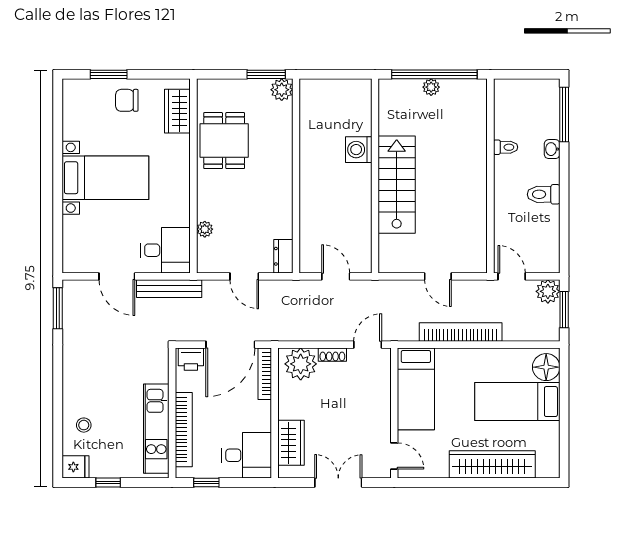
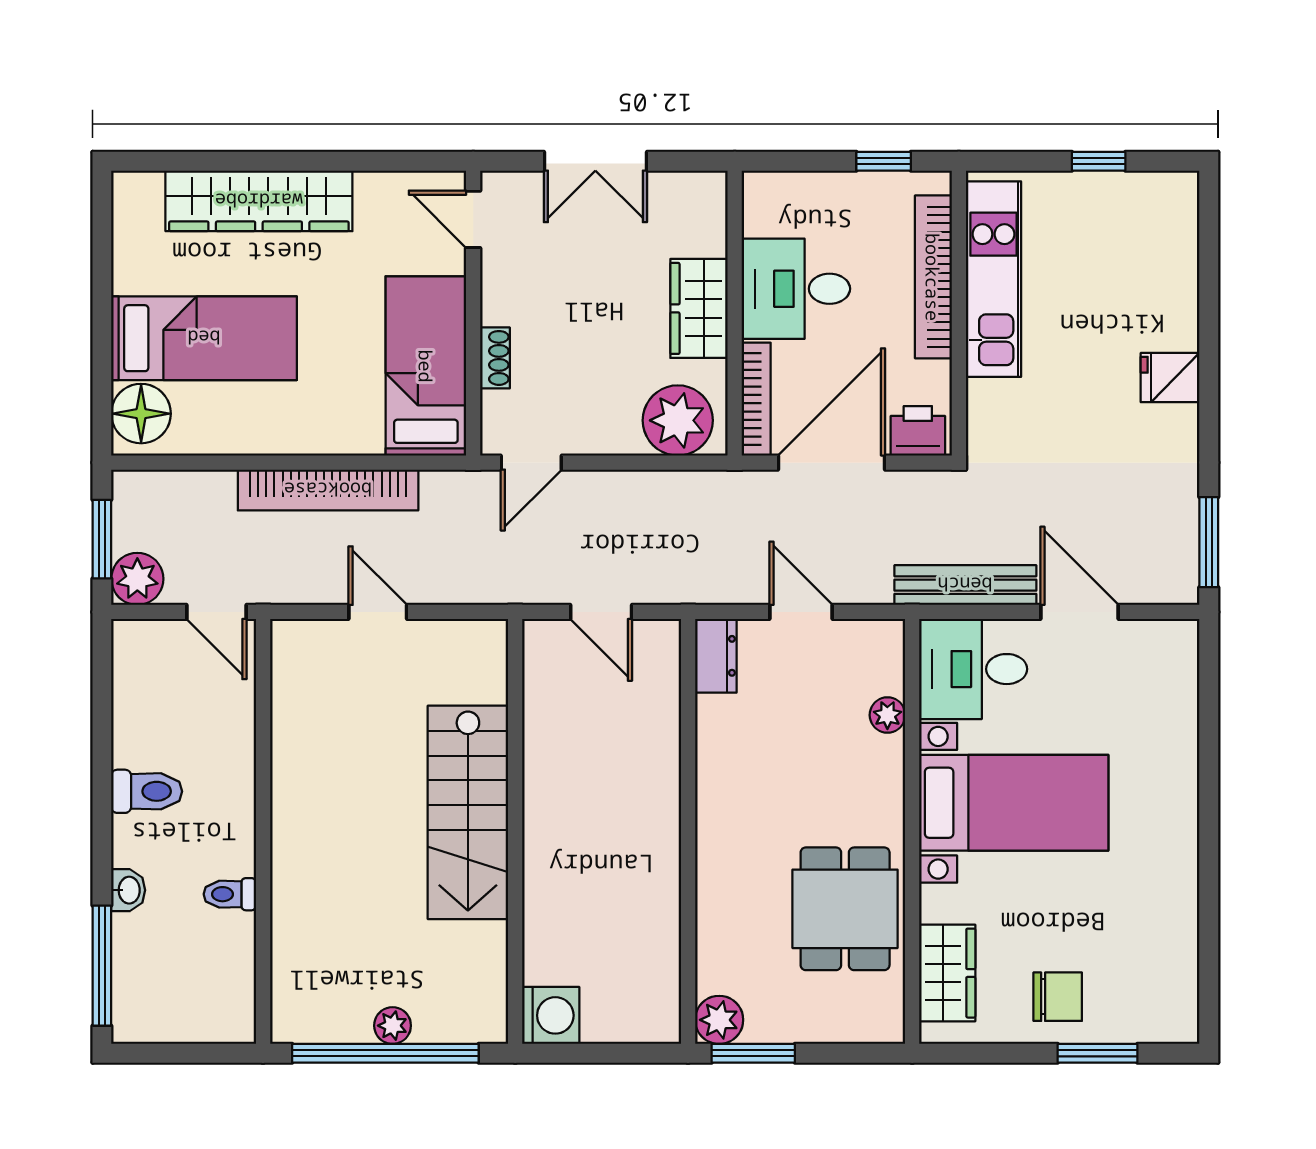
washing machine: (359, 150) -> (551, 1015), moved
bed with nightstands: (105, 178) -> (1014, 803), moved, turned 180
shoe rack: (332, 355) -> (495, 358), moved, turned 90
stool: (84, 425) -> (1152, 287), removed
wardrobe: (291, 443) -> (699, 308), moved
desk: (247, 455) -> (796, 289), moved
fridge: (75, 467) -> (1170, 378), moved

